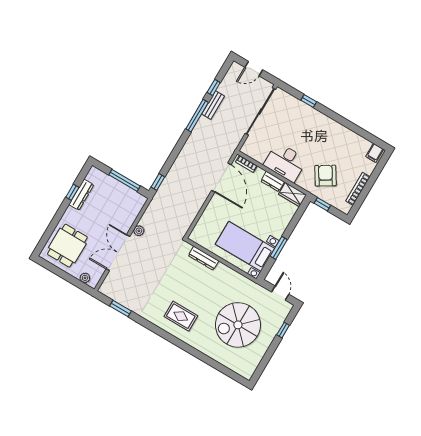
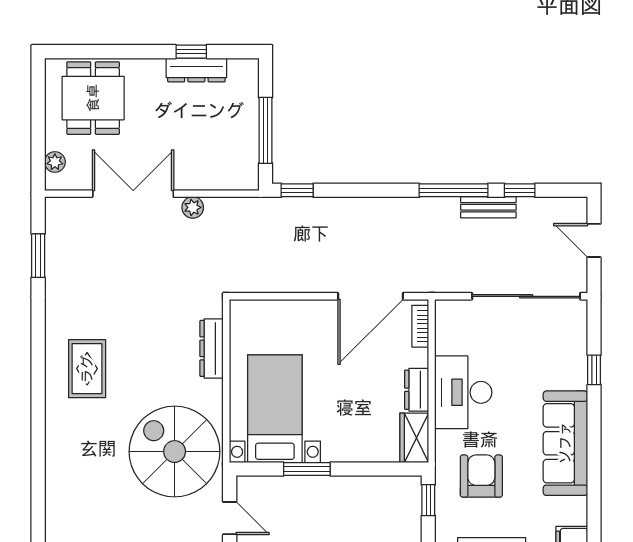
sofa: (333, 132) -> (565, 443), added
armchair: (326, 176) -> (481, 476), turned -58
dining table: (67, 246) -> (93, 98), turned 90
door: (280, 293) -> (230, 518), hinge flipped
spiral stairs: (238, 325) -> (175, 452), moved

